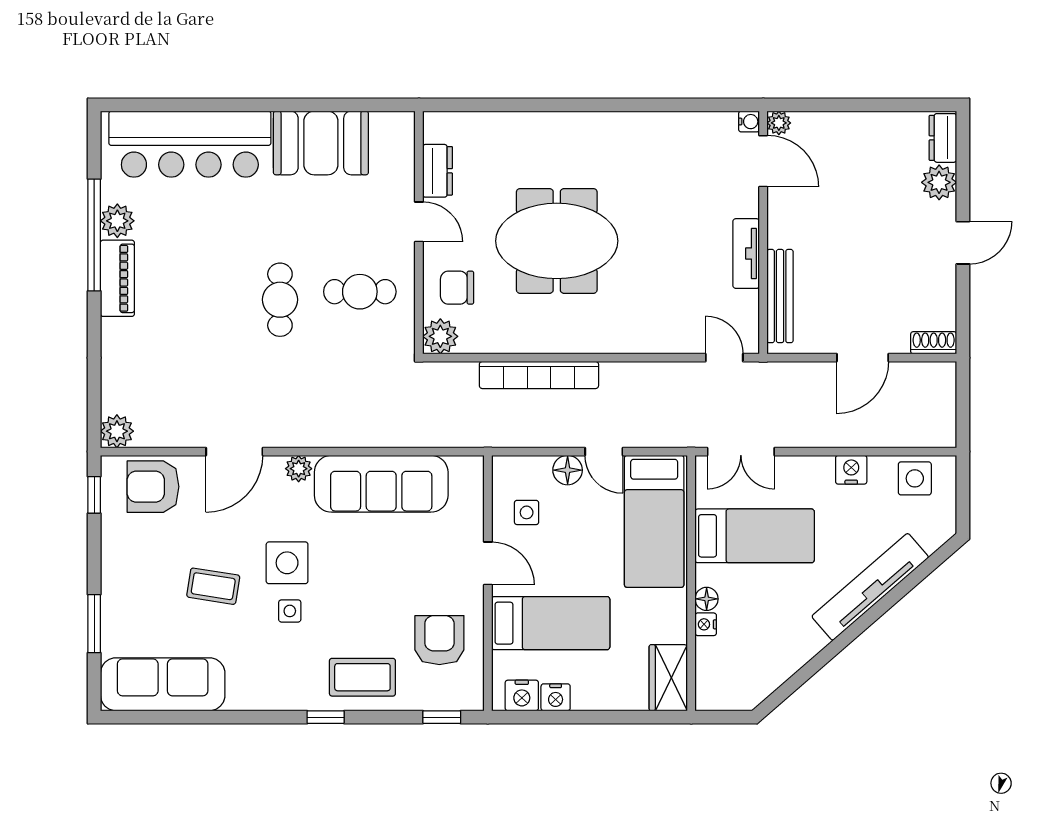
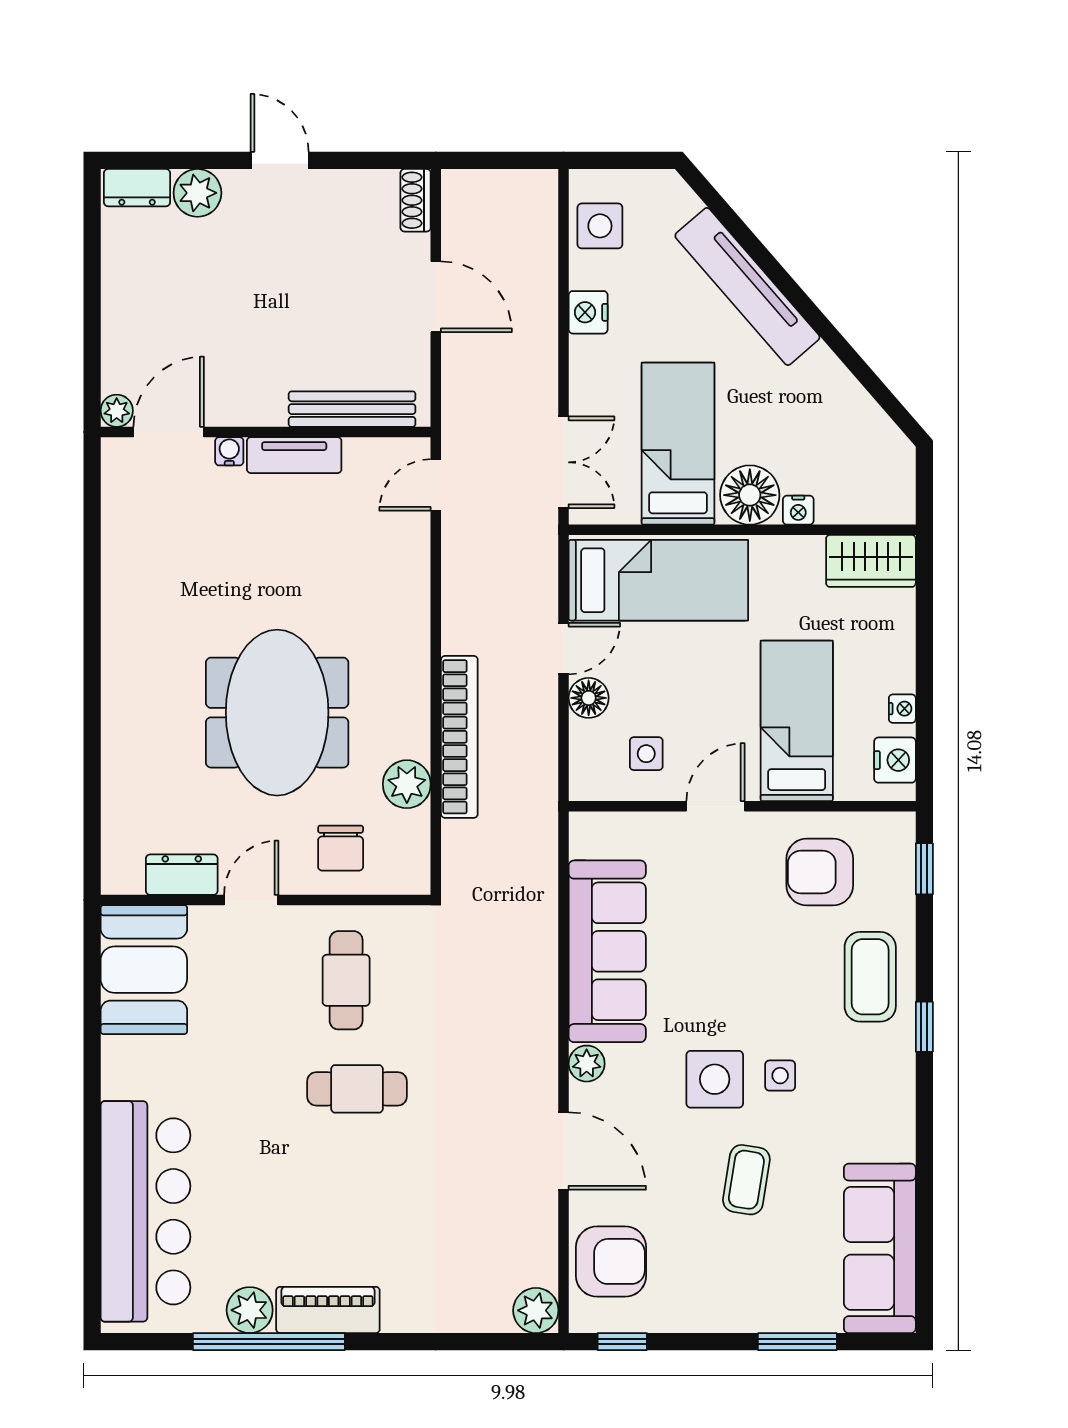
water cooler: (749, 122) -> (229, 451), moved
booth: (321, 143) -> (144, 970), moved
plant: (440, 336) -> (407, 784), moved
armchair: (153, 487) -> (611, 1261), turned -90
floor lamp: (707, 599) -> (750, 495), width x1.89, depth x1.89
nightstand: (556, 697) -> (902, 709), width x0.72, depth x0.74

